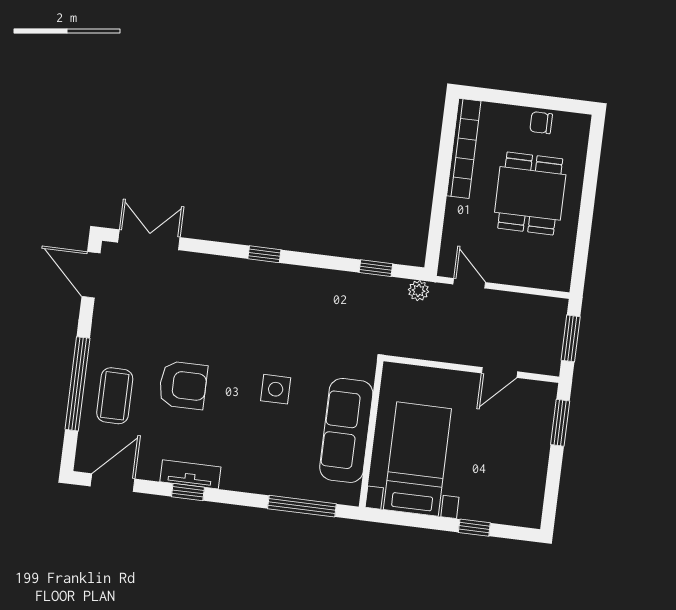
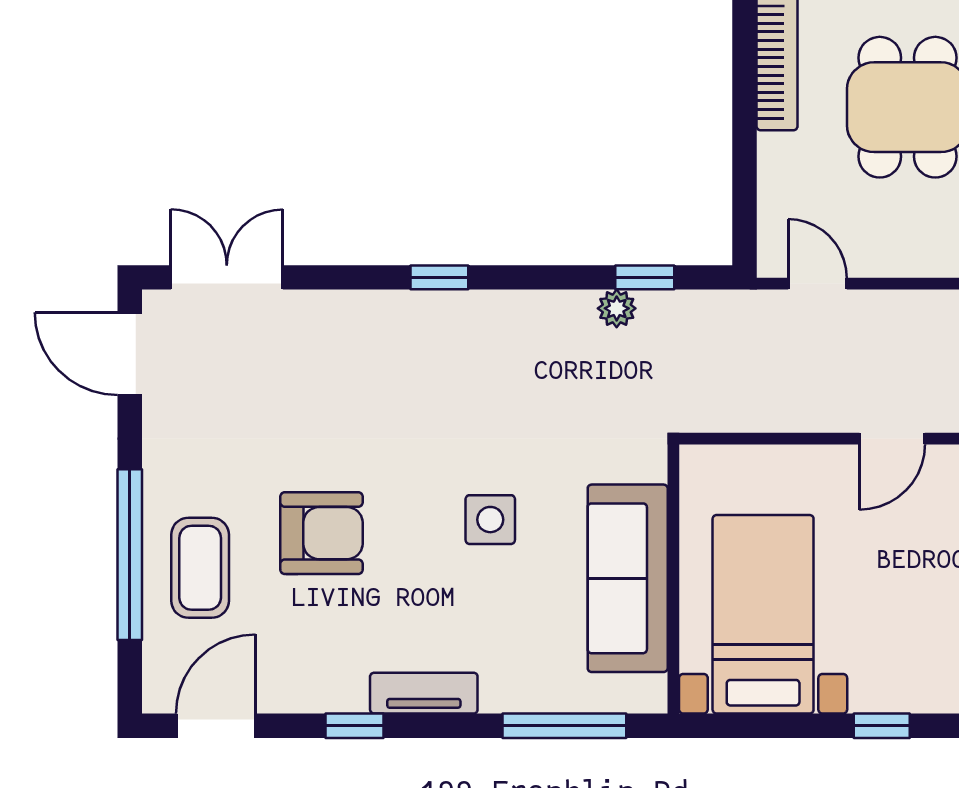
plant: (418, 291) -> (617, 308), moved
tv unit: (190, 474) -> (424, 693), moved

